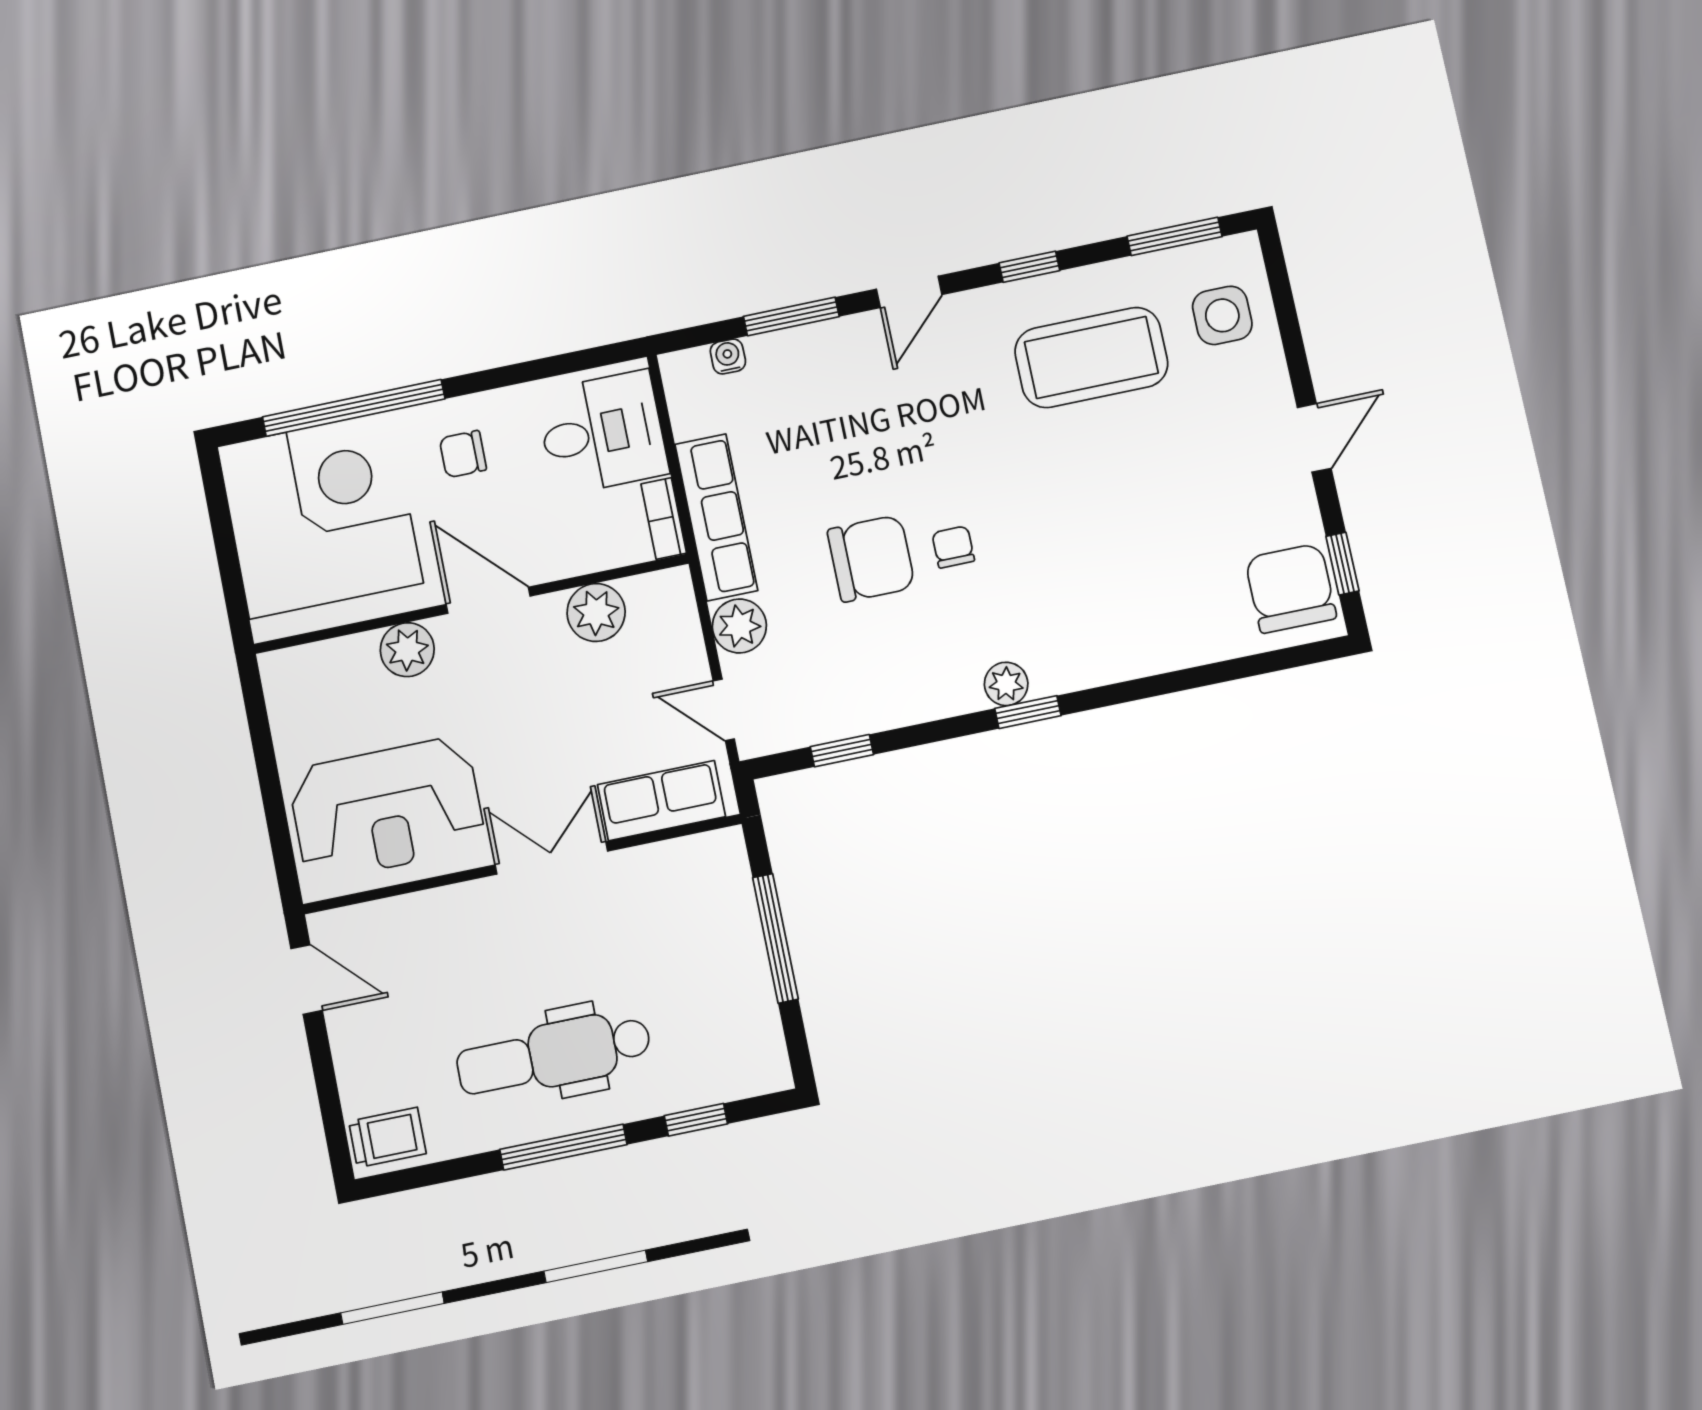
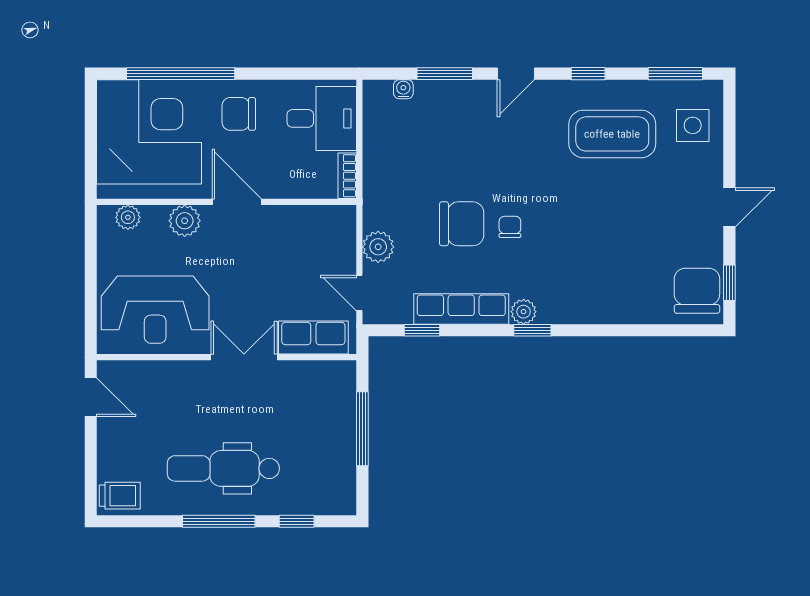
chair: (463, 454) -> (239, 114), width x1.37, depth x1.37
row of seats: (716, 517) -> (461, 309), moved, turned -90
plant: (596, 613) -> (128, 217), moved, width x0.73, depth x0.73

